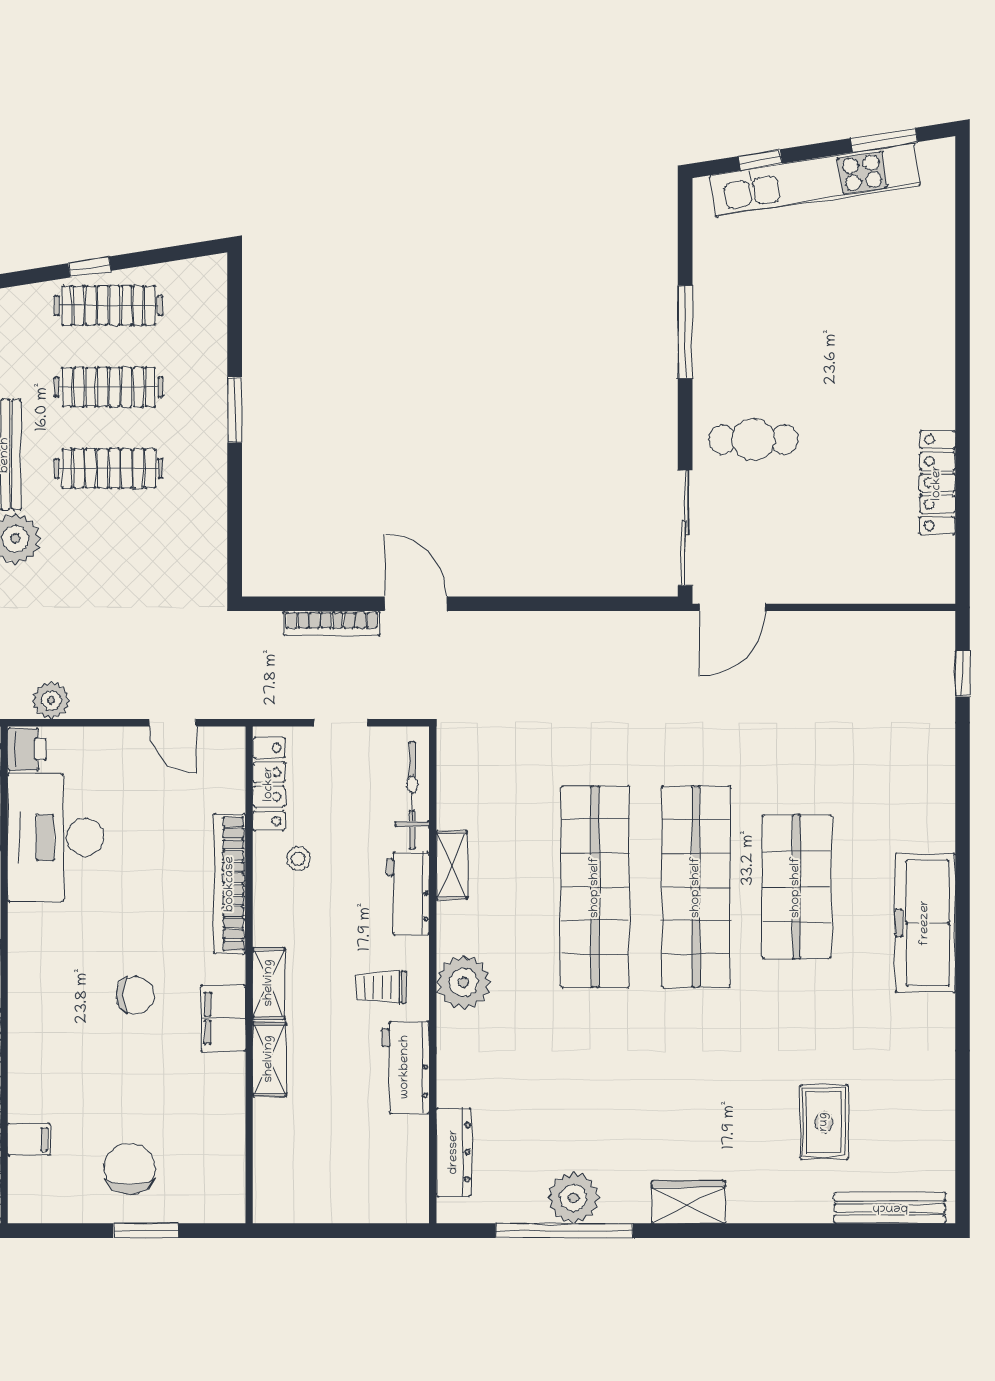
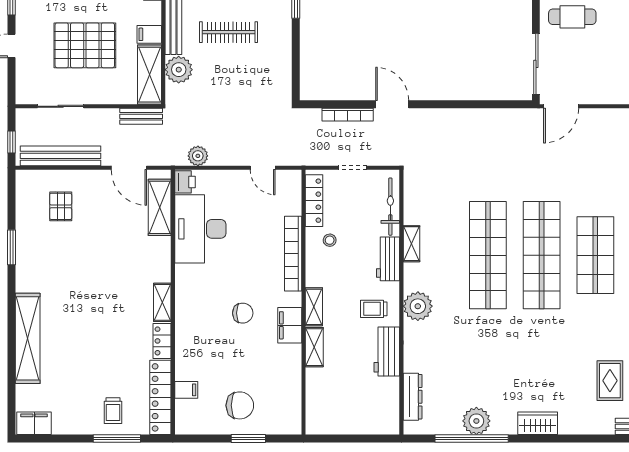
chair: (130, 1169) -> (240, 405), turned 90

